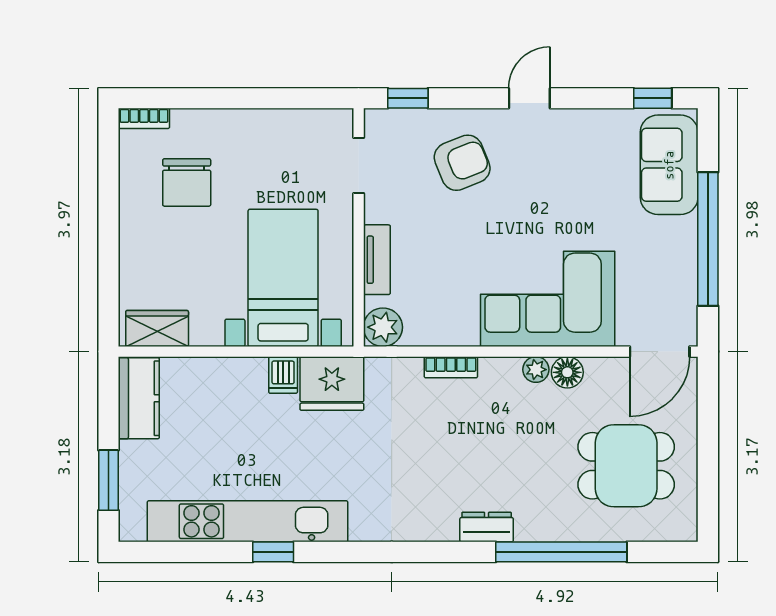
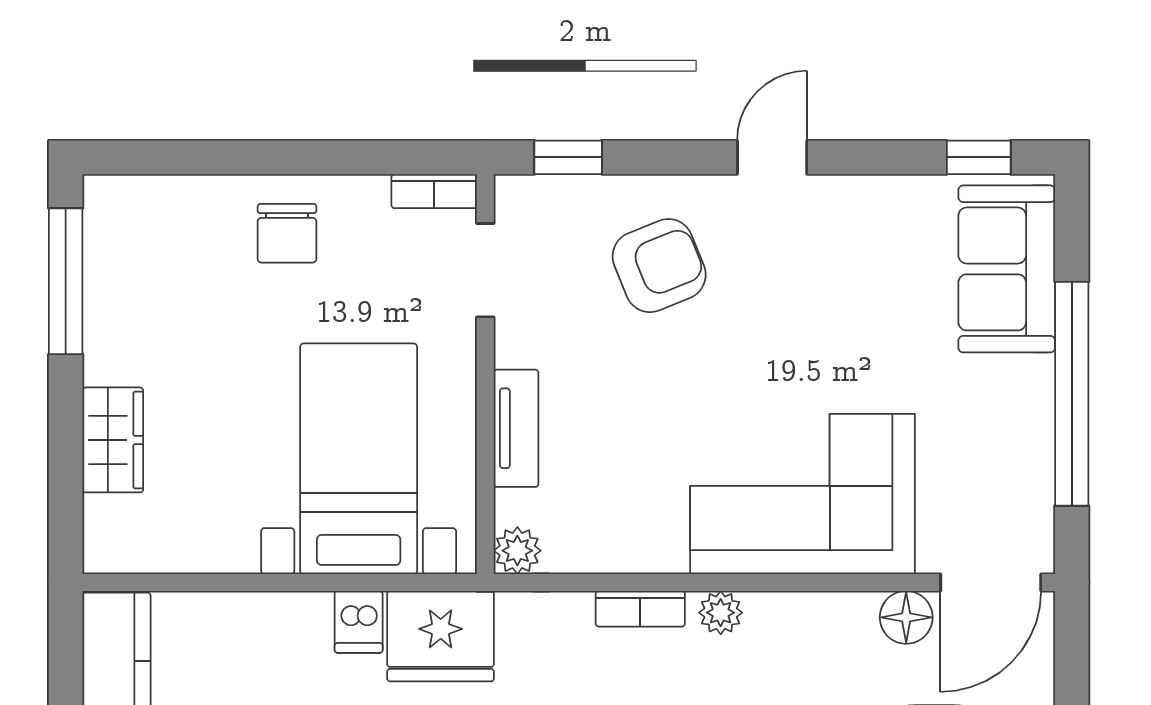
bookcase: (144, 118) -> (434, 191), moved
window: (109, 172) -> (66, 281), added
chair: (187, 182) -> (287, 233), moved, width x0.73, depth x0.73
plant: (383, 327) -> (517, 551), width x0.73, depth x0.73
wardrobe: (157, 328) -> (113, 440), moved, turned 90
plant: (536, 370) -> (721, 613), moved
floor lamp: (567, 372) -> (906, 617), moved

